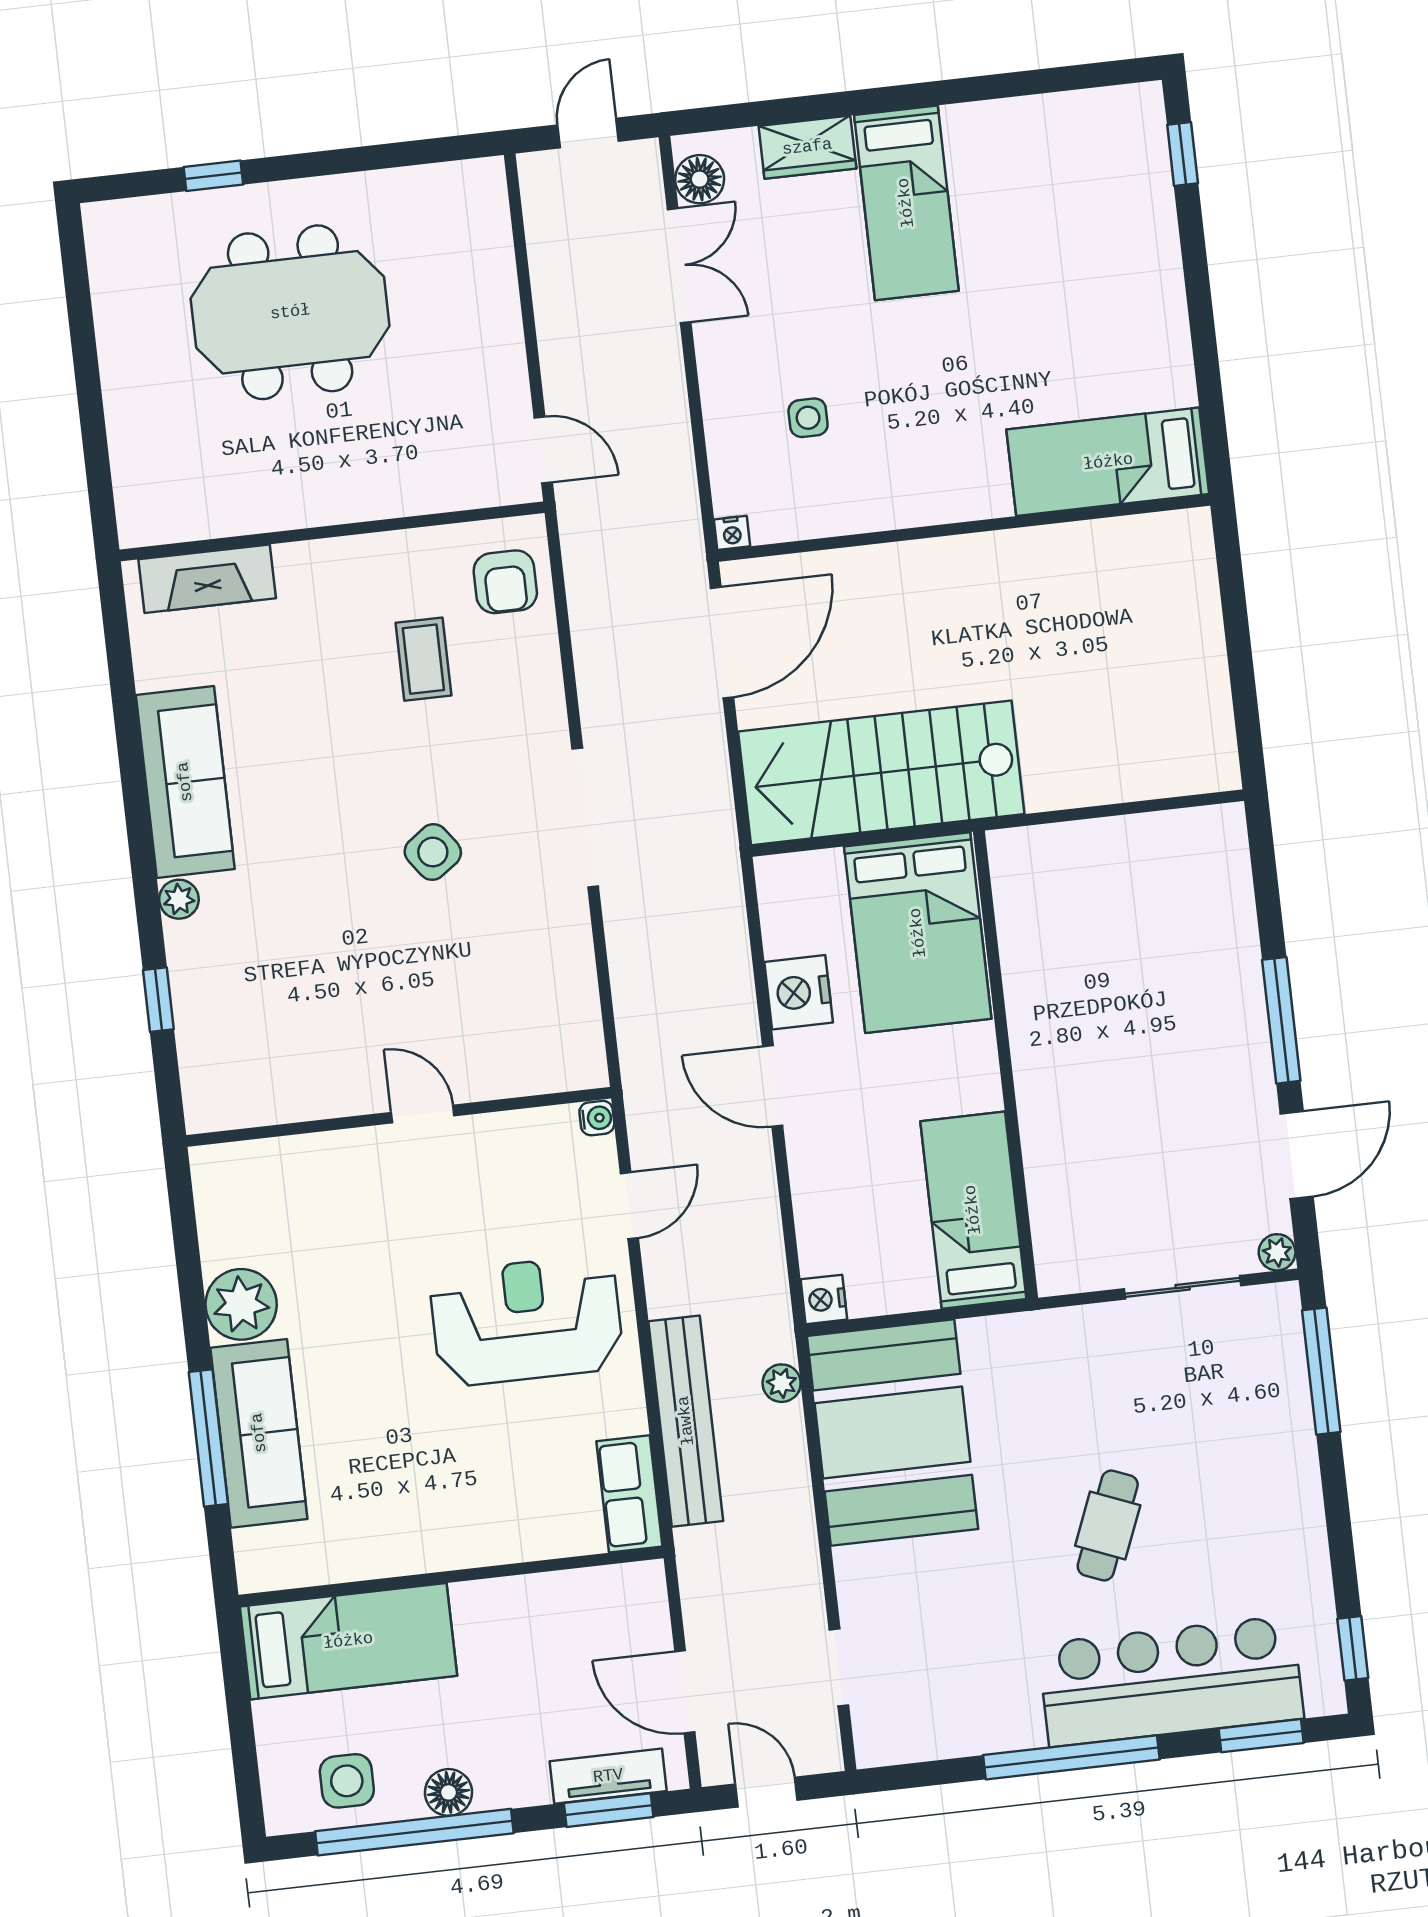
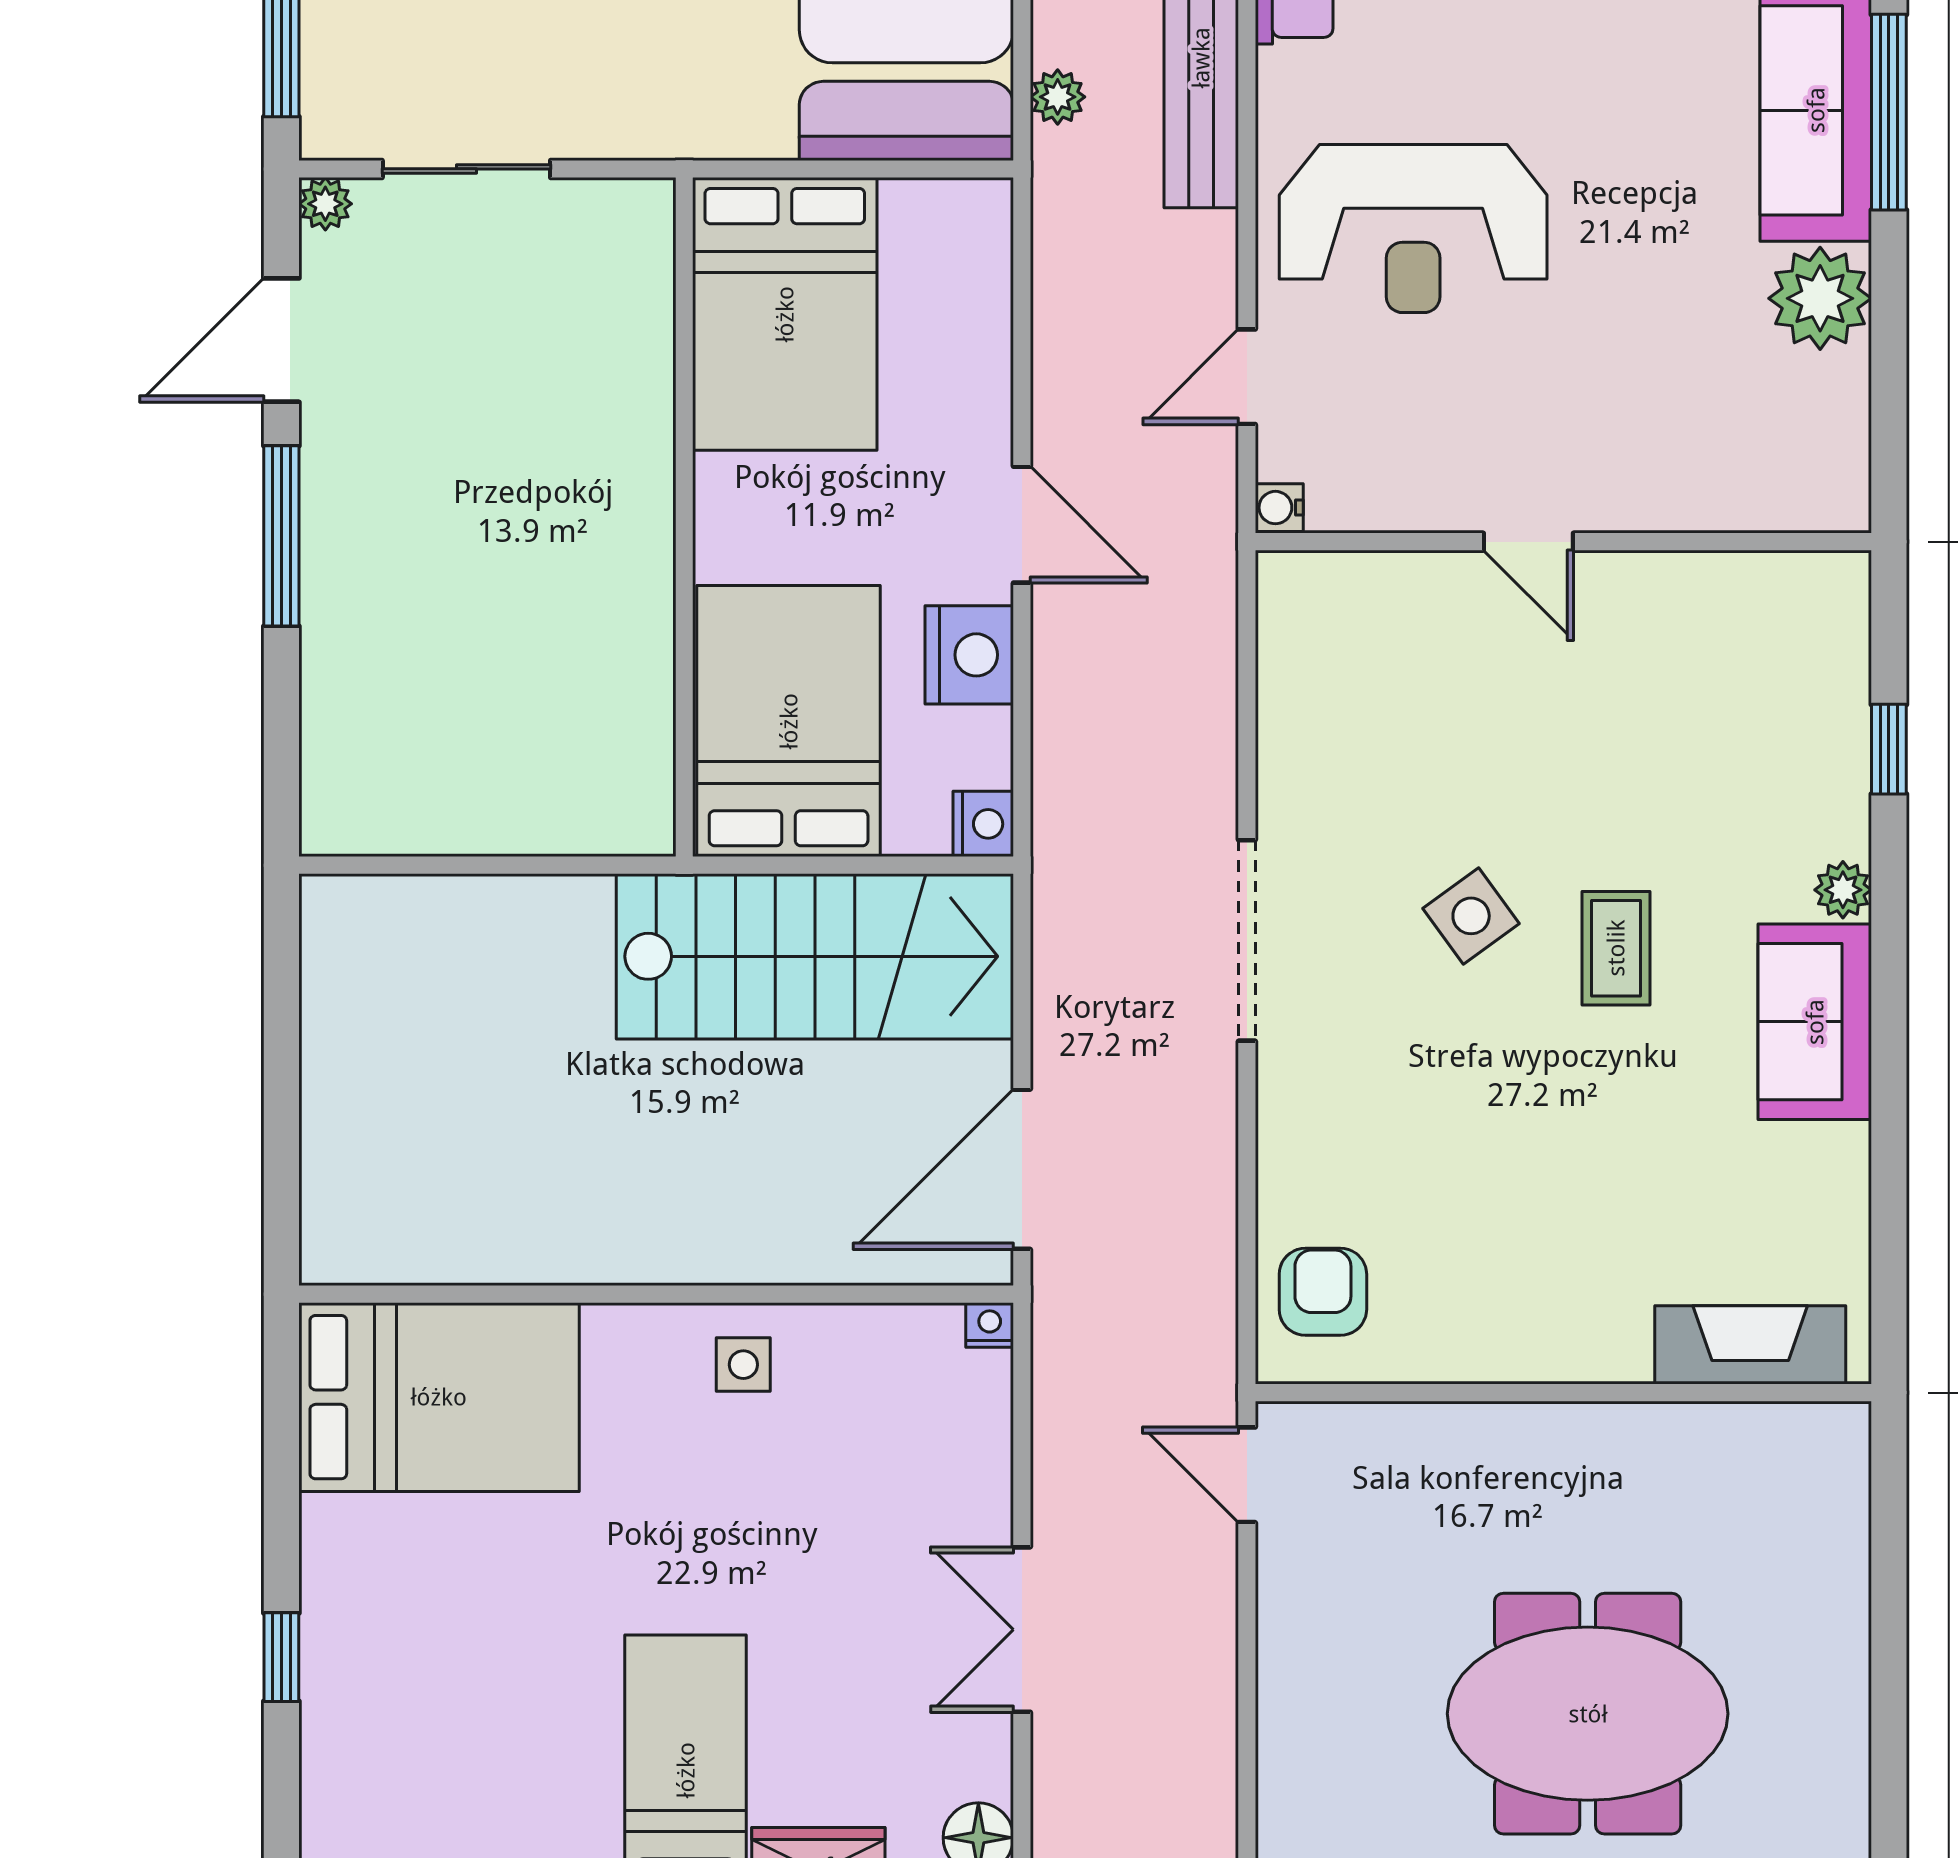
window: (1183, 154) -> (281, 1657), moved
double door: (679, 266) -> (1022, 1630), moved
side table: (808, 418) -> (743, 1365), moved
bed: (1108, 462) -> (439, 1397), width x1.50
coffee table: (423, 659) -> (1616, 948), moved
sofa: (185, 782) -> (1815, 1022), width x0.73
bed: (973, 1210) -> (785, 314), width x1.50
nightstand: (824, 1299) -> (983, 824), moved

